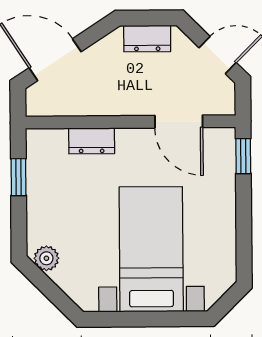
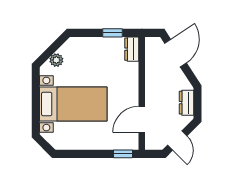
dresser: (92, 141) -> (132, 49), moved
plant: (46, 258) -> (56, 60), moved

